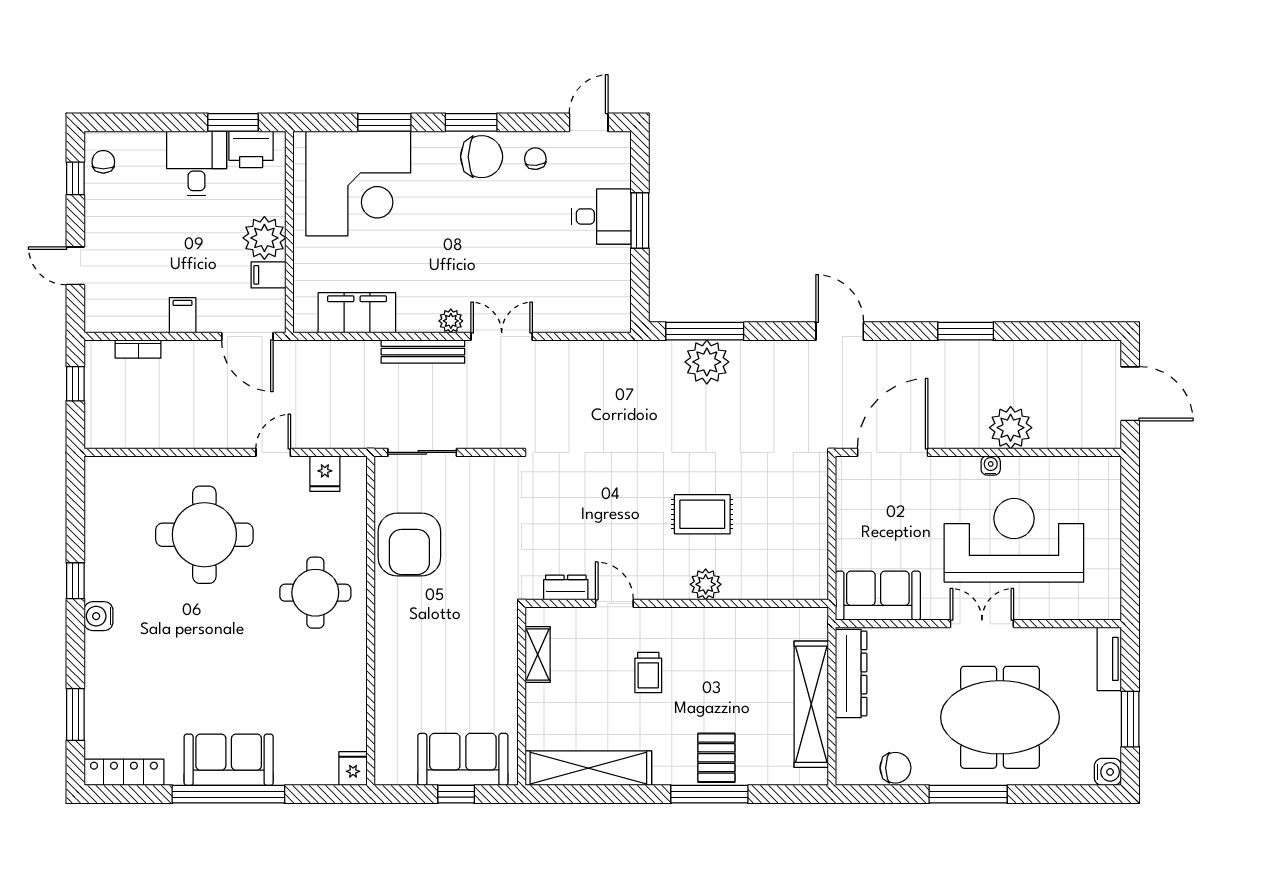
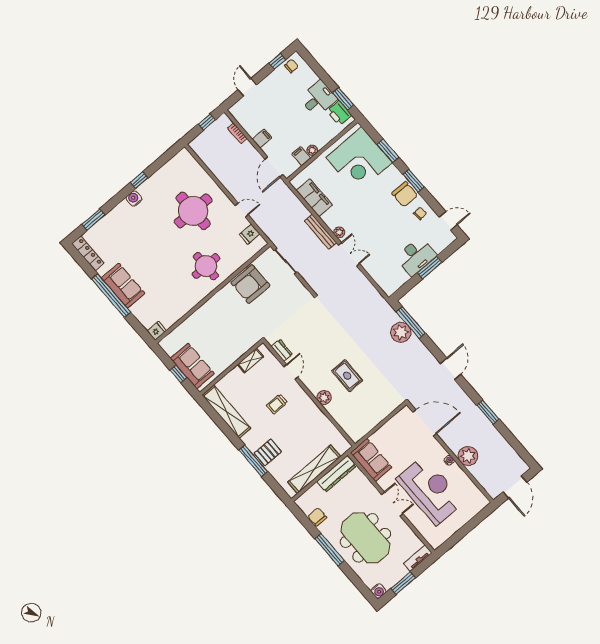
desk: (601, 216) -> (416, 256), width x1.37
plant: (264, 238) -> (312, 150), width x0.53, depth x0.53
chair: (895, 768) -> (317, 517), turned 180

